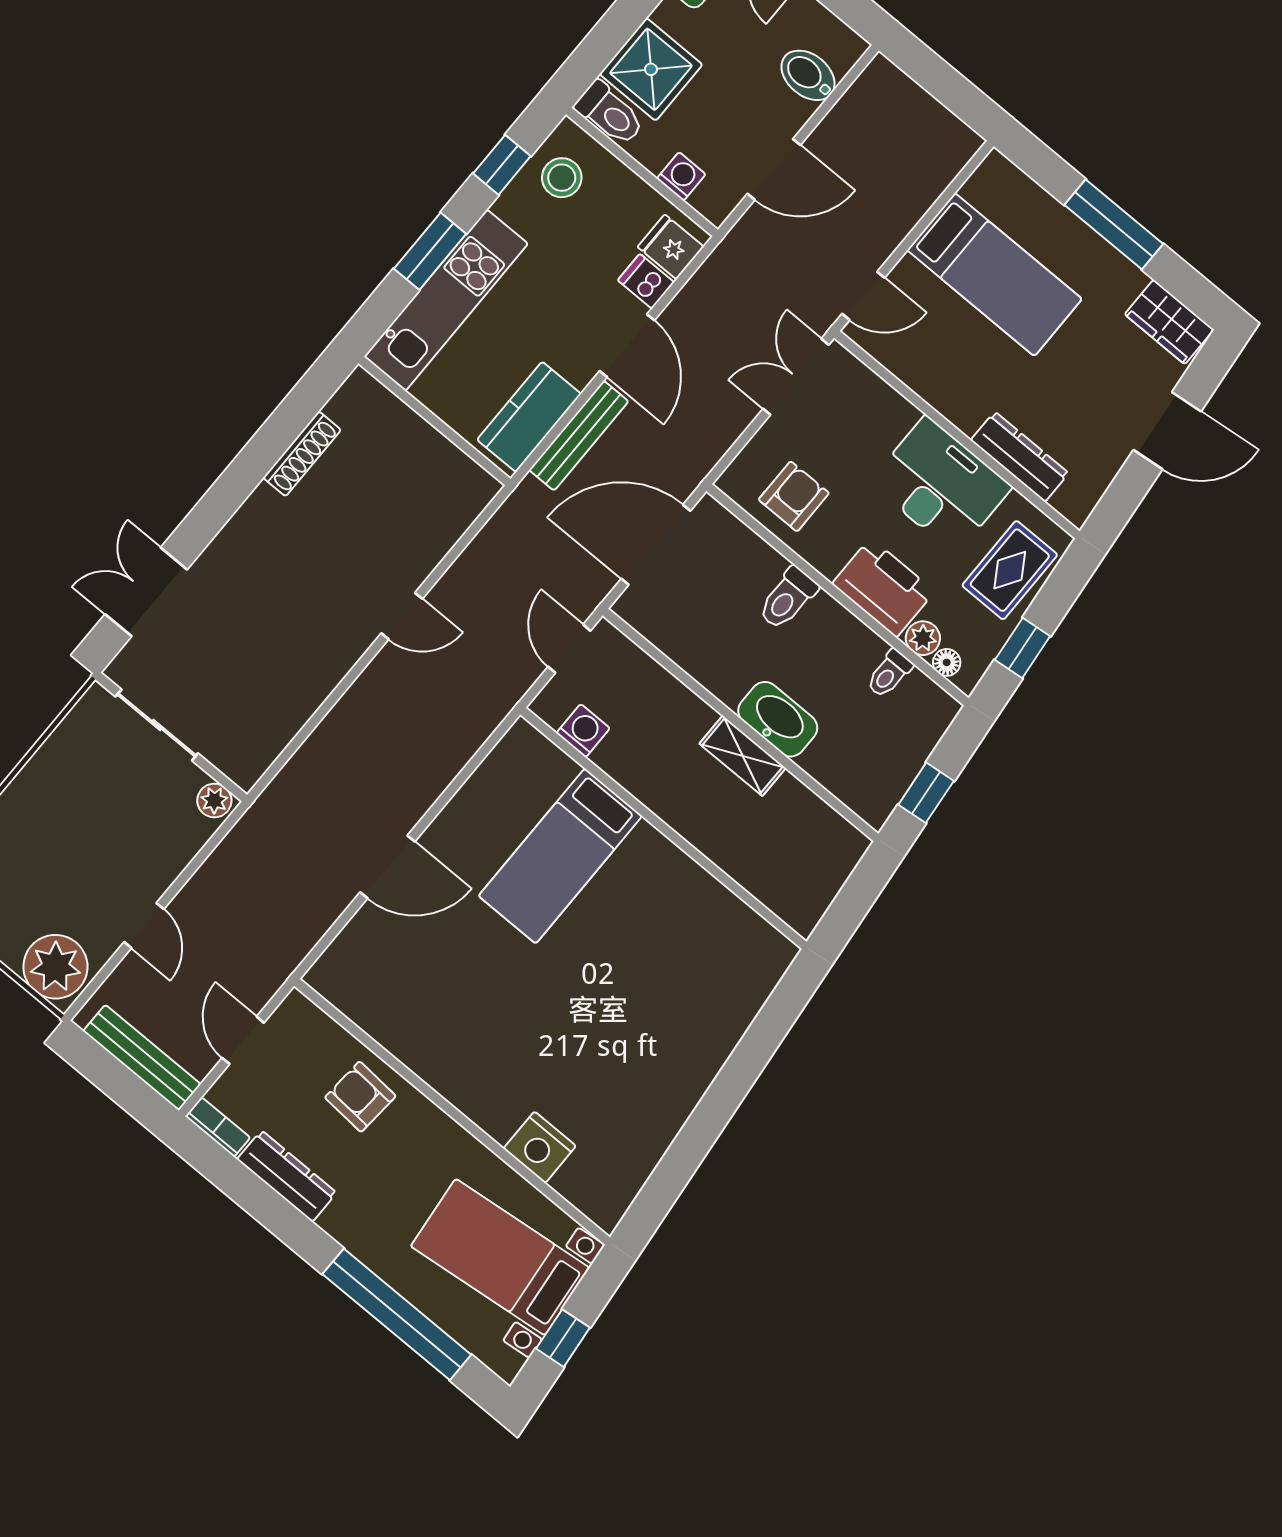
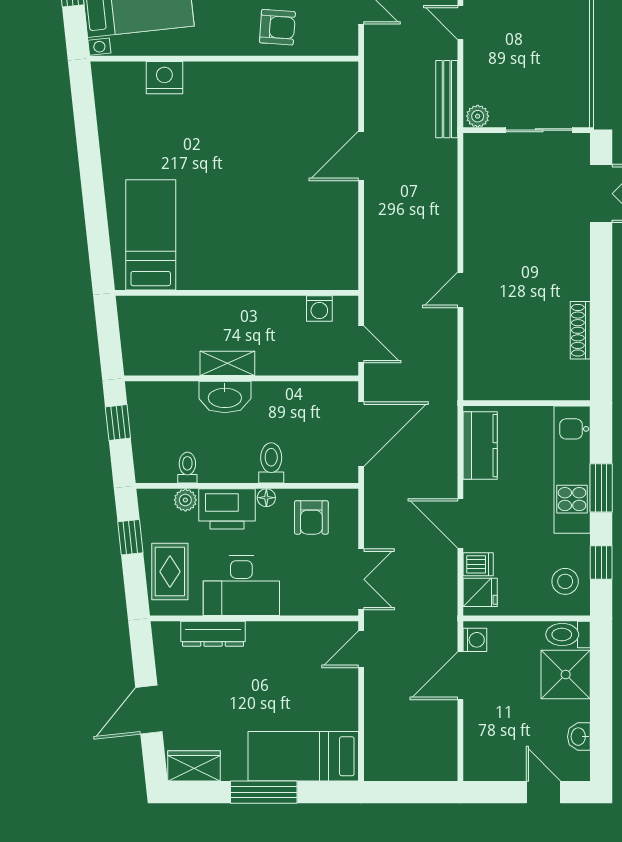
bidet: (808, 75) -> (483, 738), removed
washing machine: (681, 176) -> (475, 640), moved, turned -90
bed: (995, 274) -> (303, 756), moved
bench: (579, 436) -> (447, 99), moved
floor lamp: (947, 662) -> (266, 498), moved
bed: (560, 856) -> (151, 235), moved

